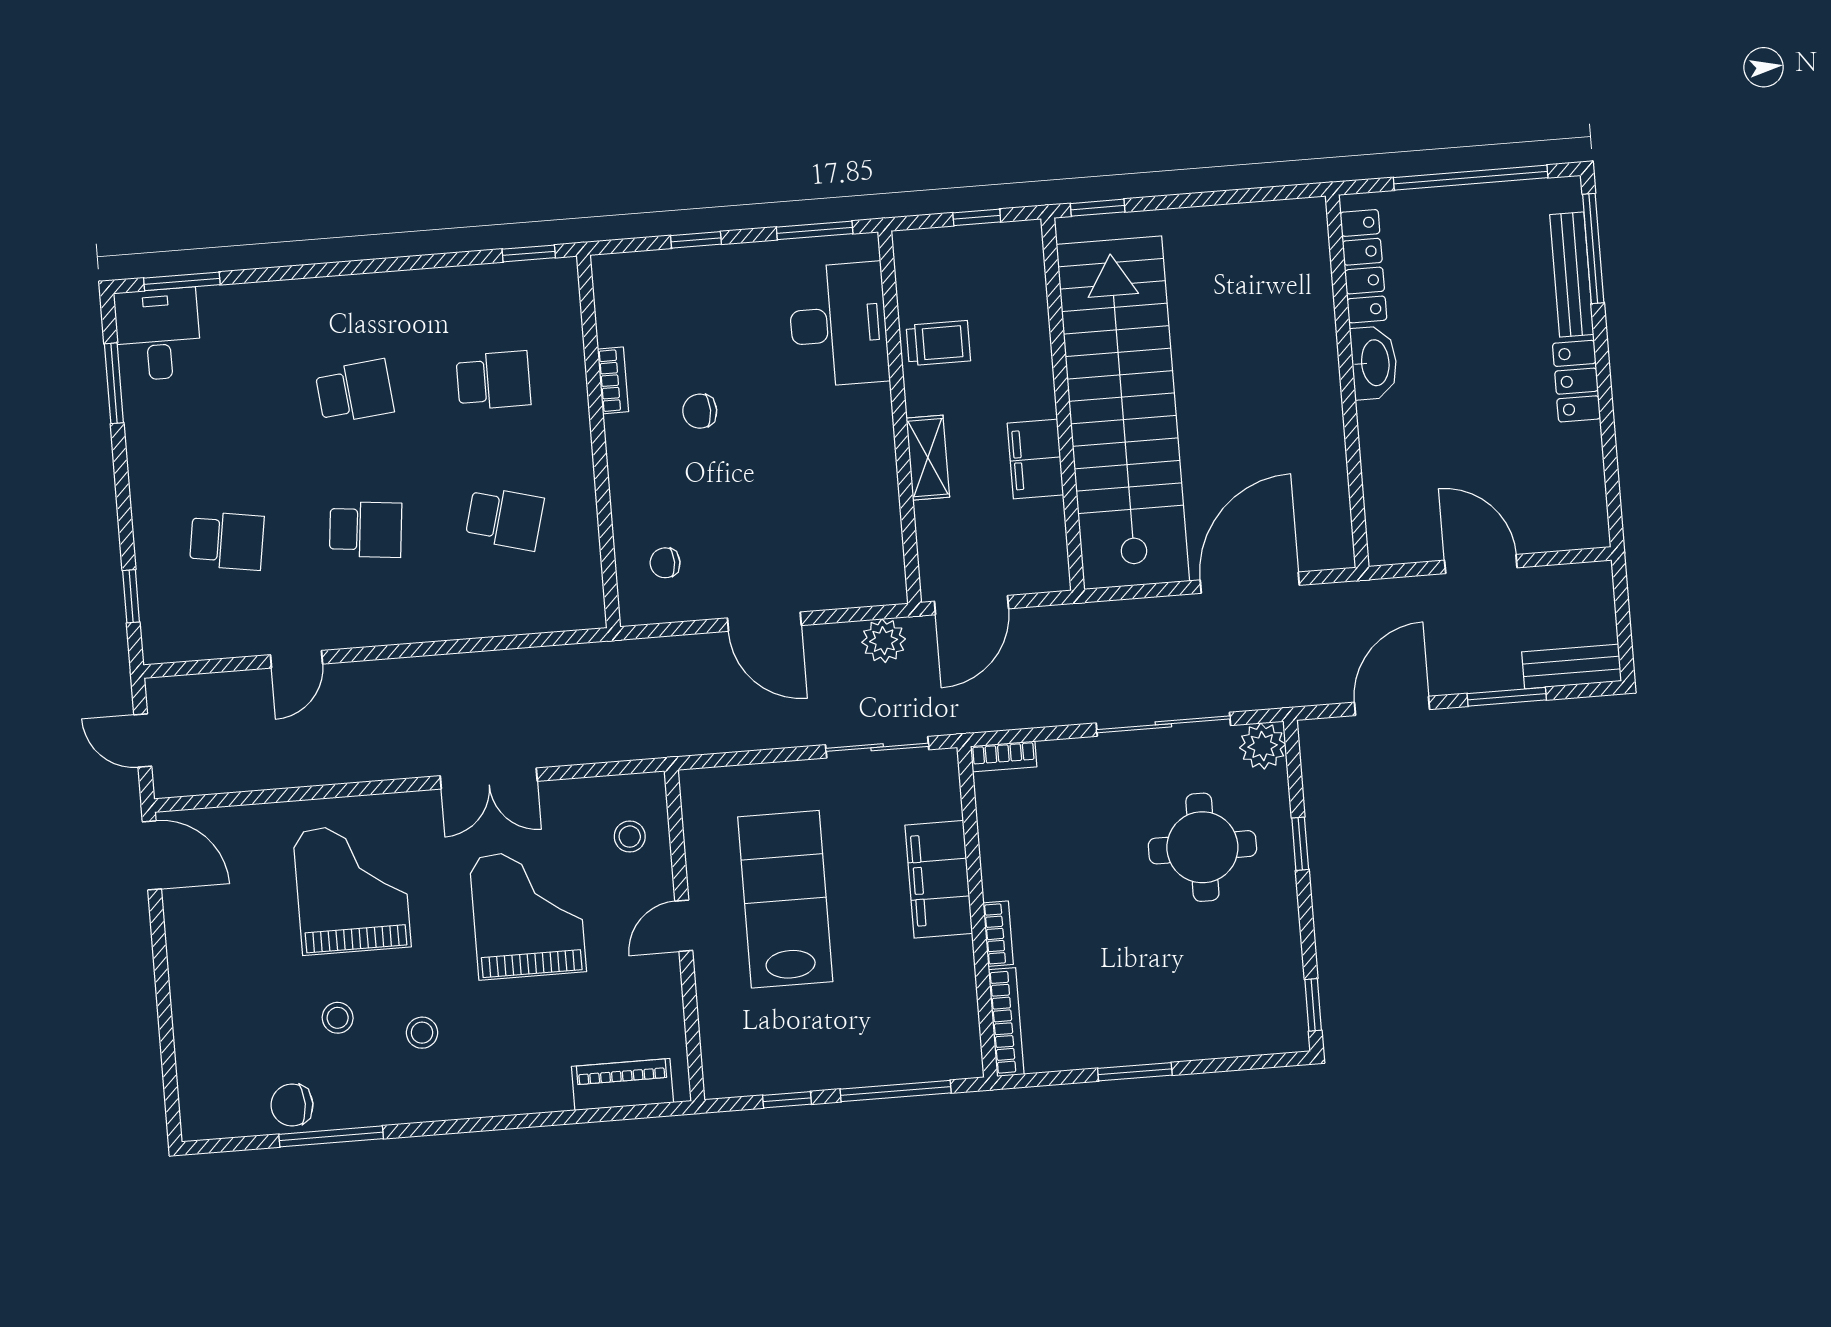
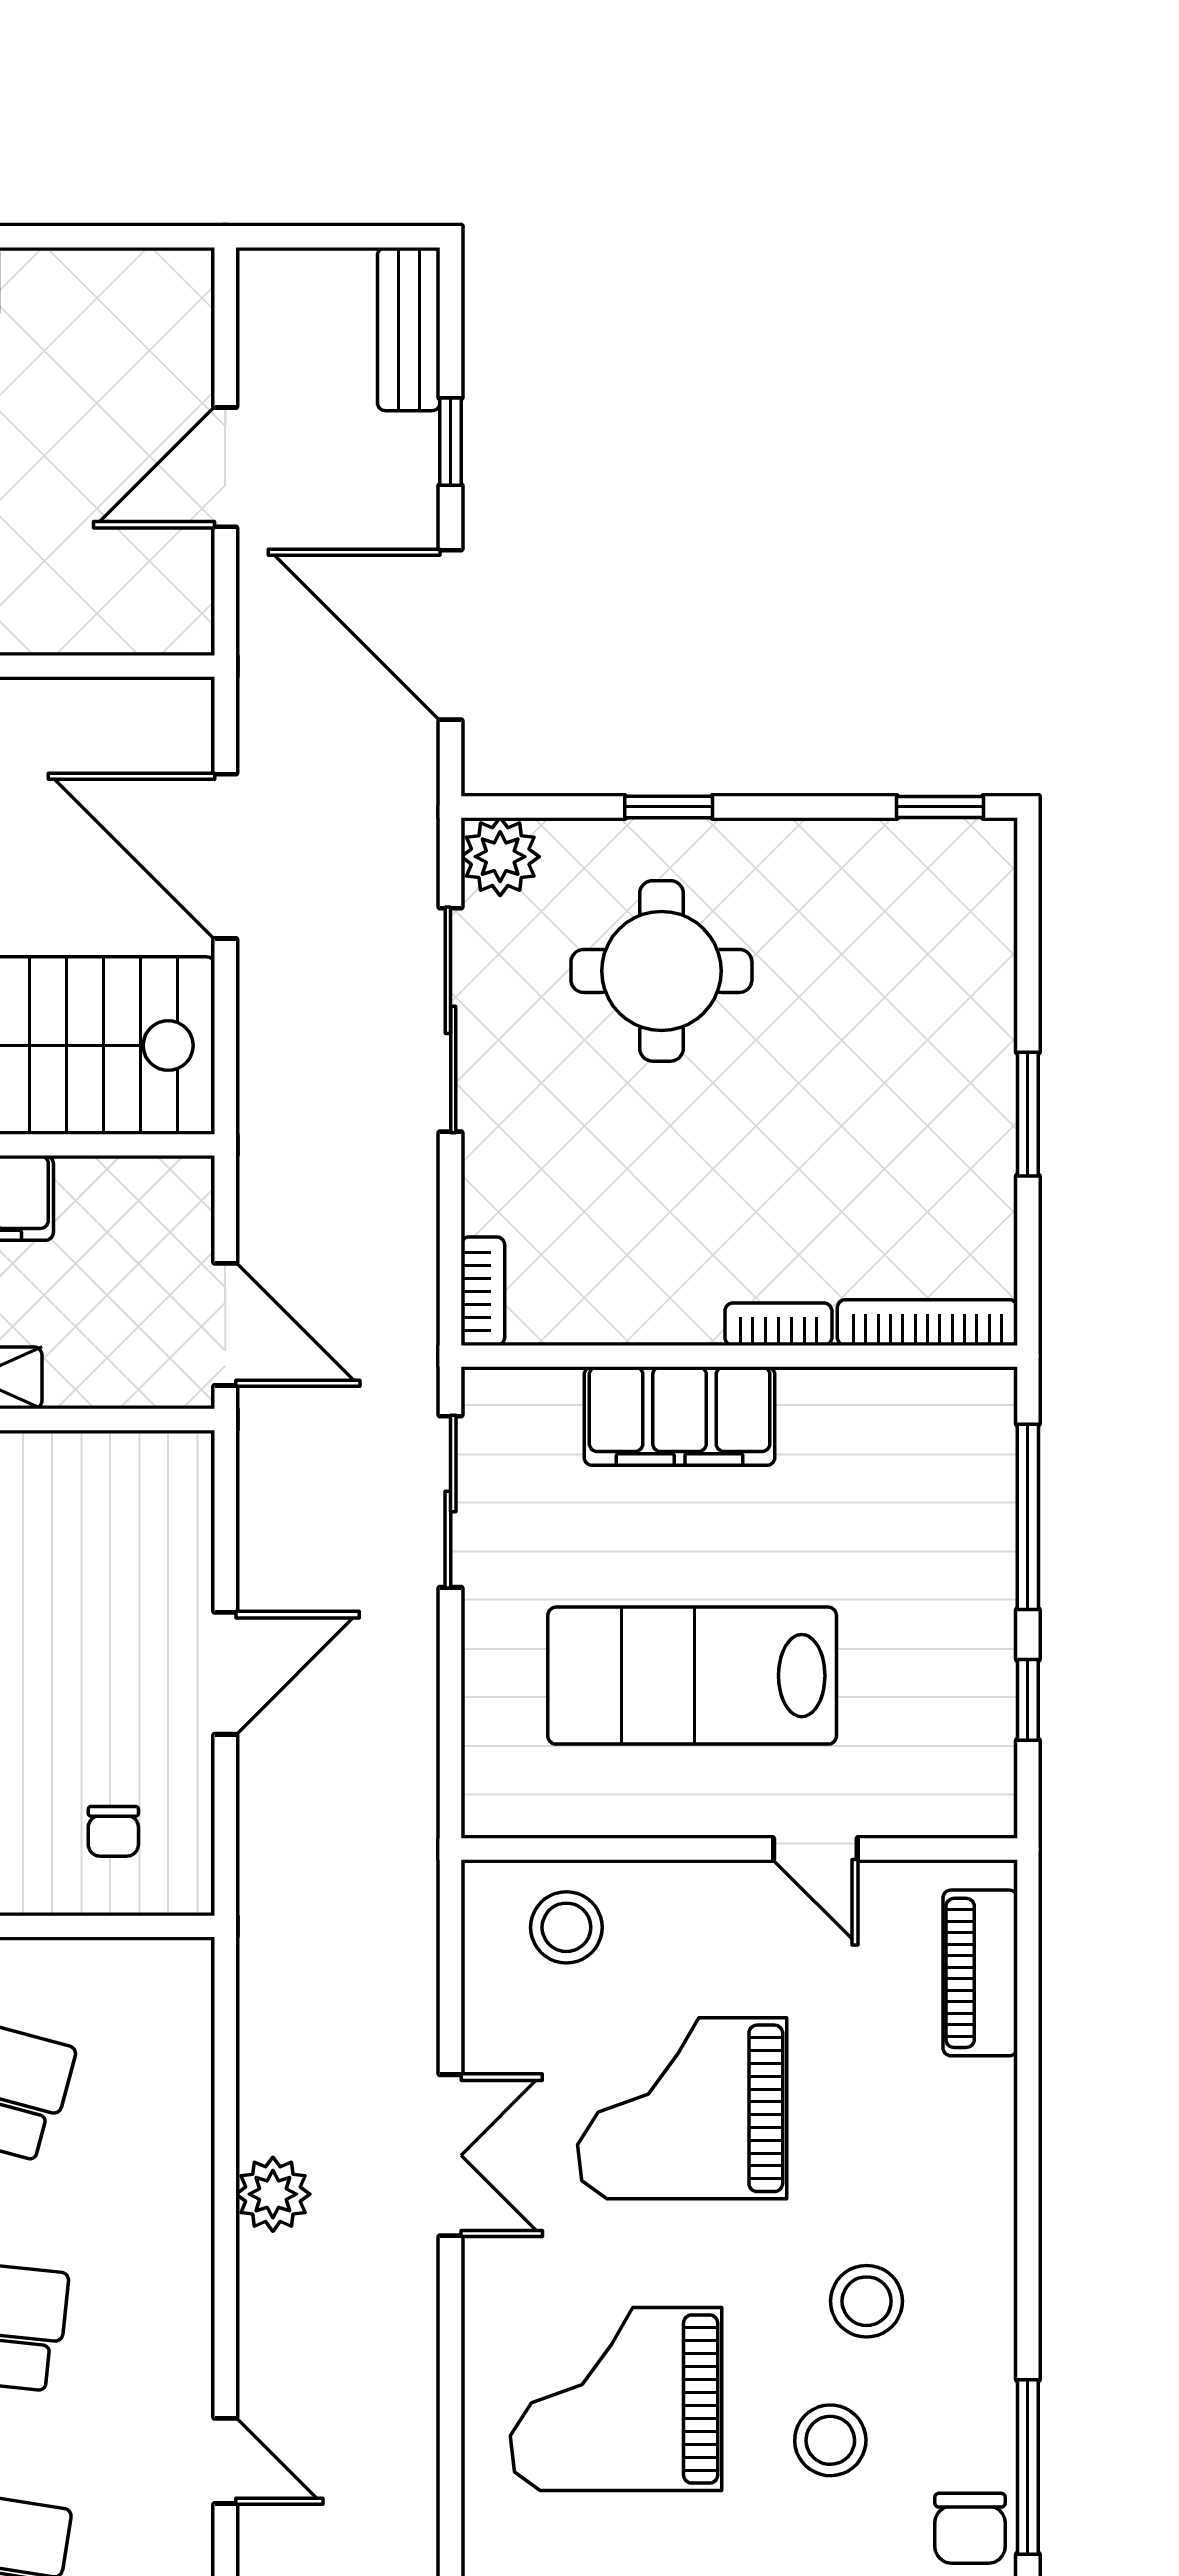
plant: (884, 641) -> (273, 2194), moved
window: (1507, 697) -> (451, 442), width x0.67
door: (1392, 706) -> (451, 635), width x1.36
stool: (630, 837) -> (566, 1927), width x1.37, depth x1.37
door: (684, 926) -> (815, 1849), moved
stool: (338, 1018) -> (830, 2440), width x1.37, depth x1.37
stool: (422, 1033) -> (867, 2301), width x1.37, depth x1.37

